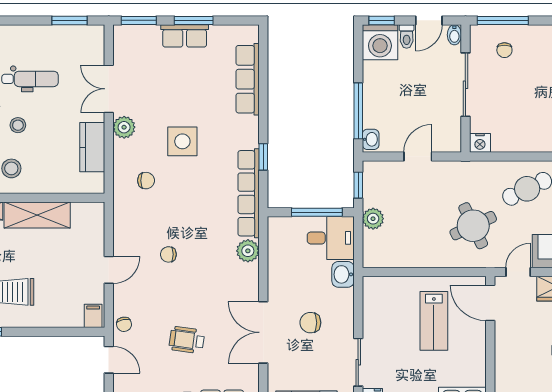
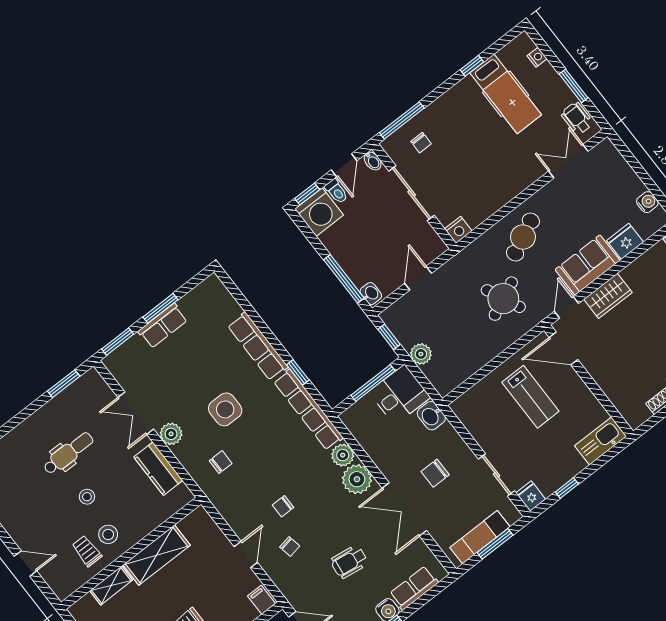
row of seats: (248, 79) -> (258, 346), moved
plant: (244, 279) -> (357, 479), added
chair: (124, 324) -> (290, 546), moved

